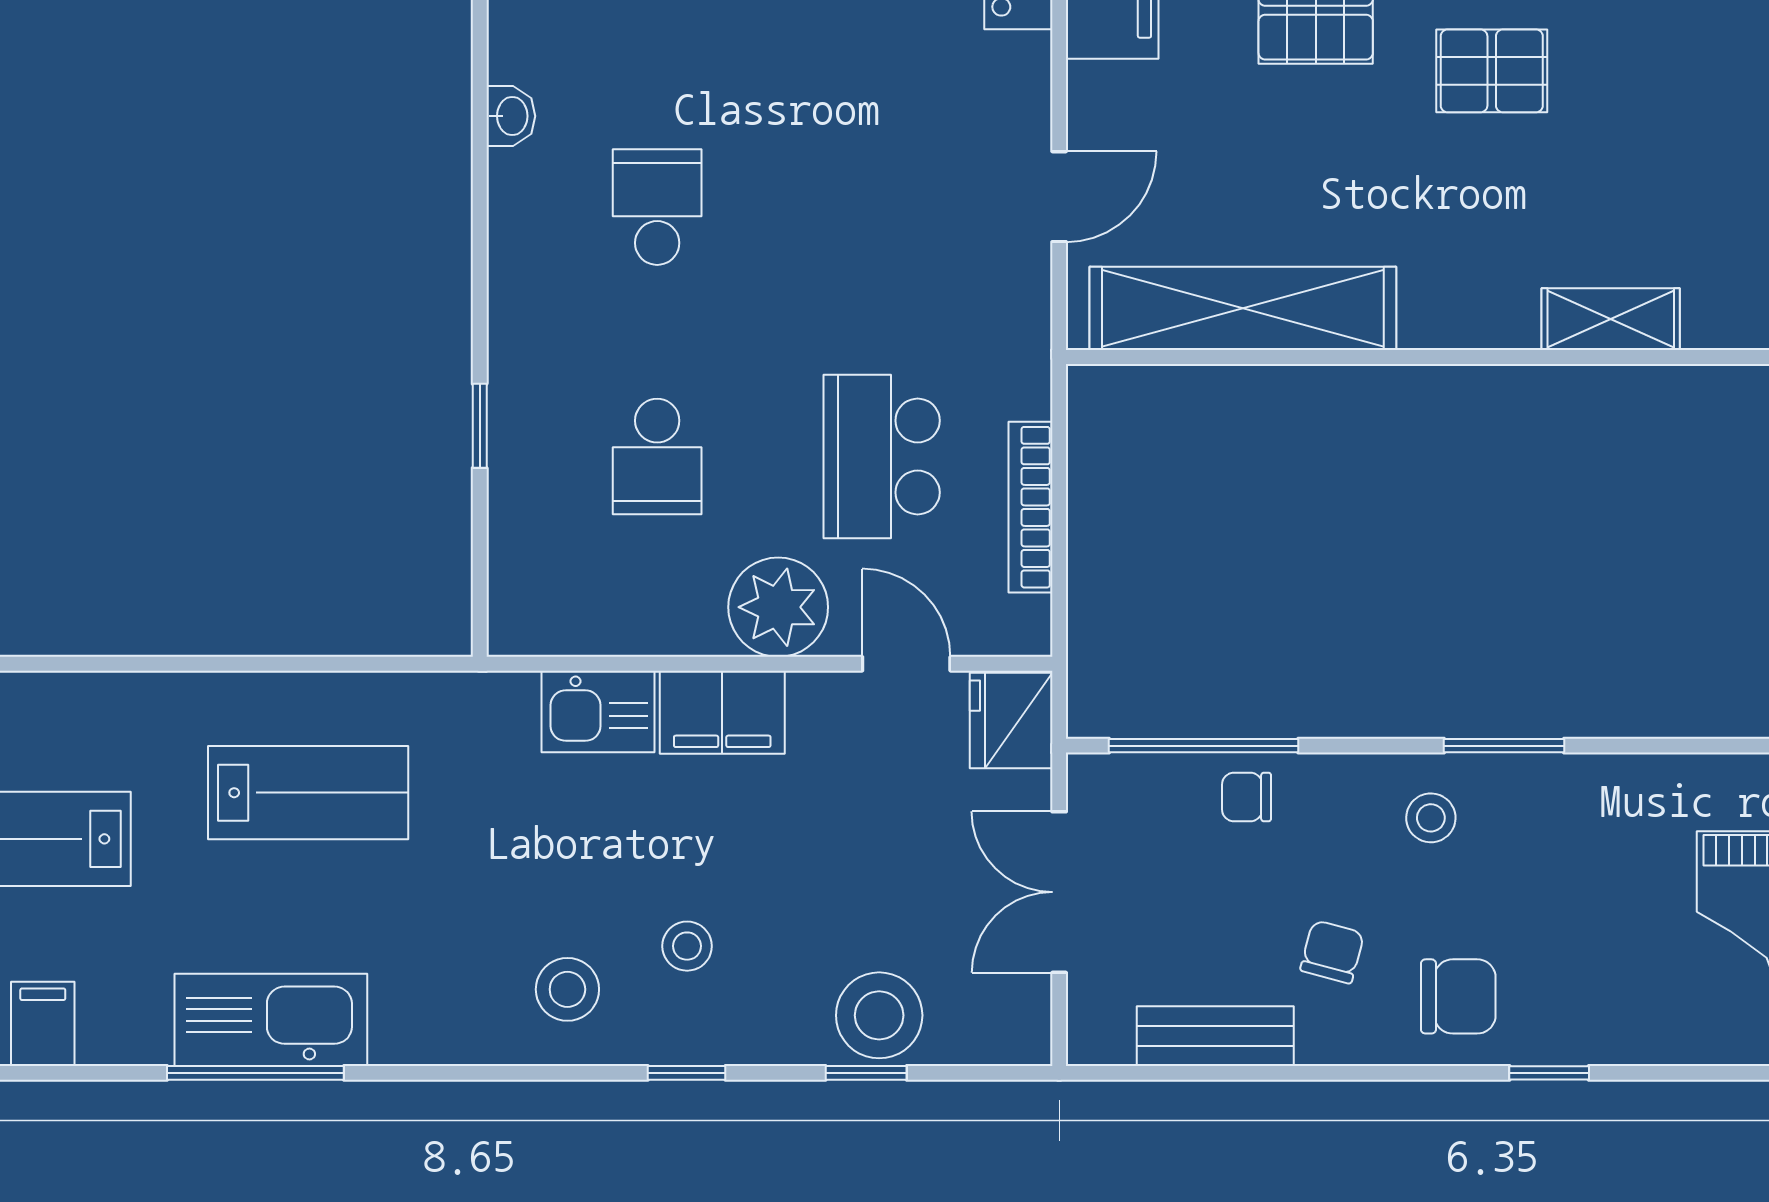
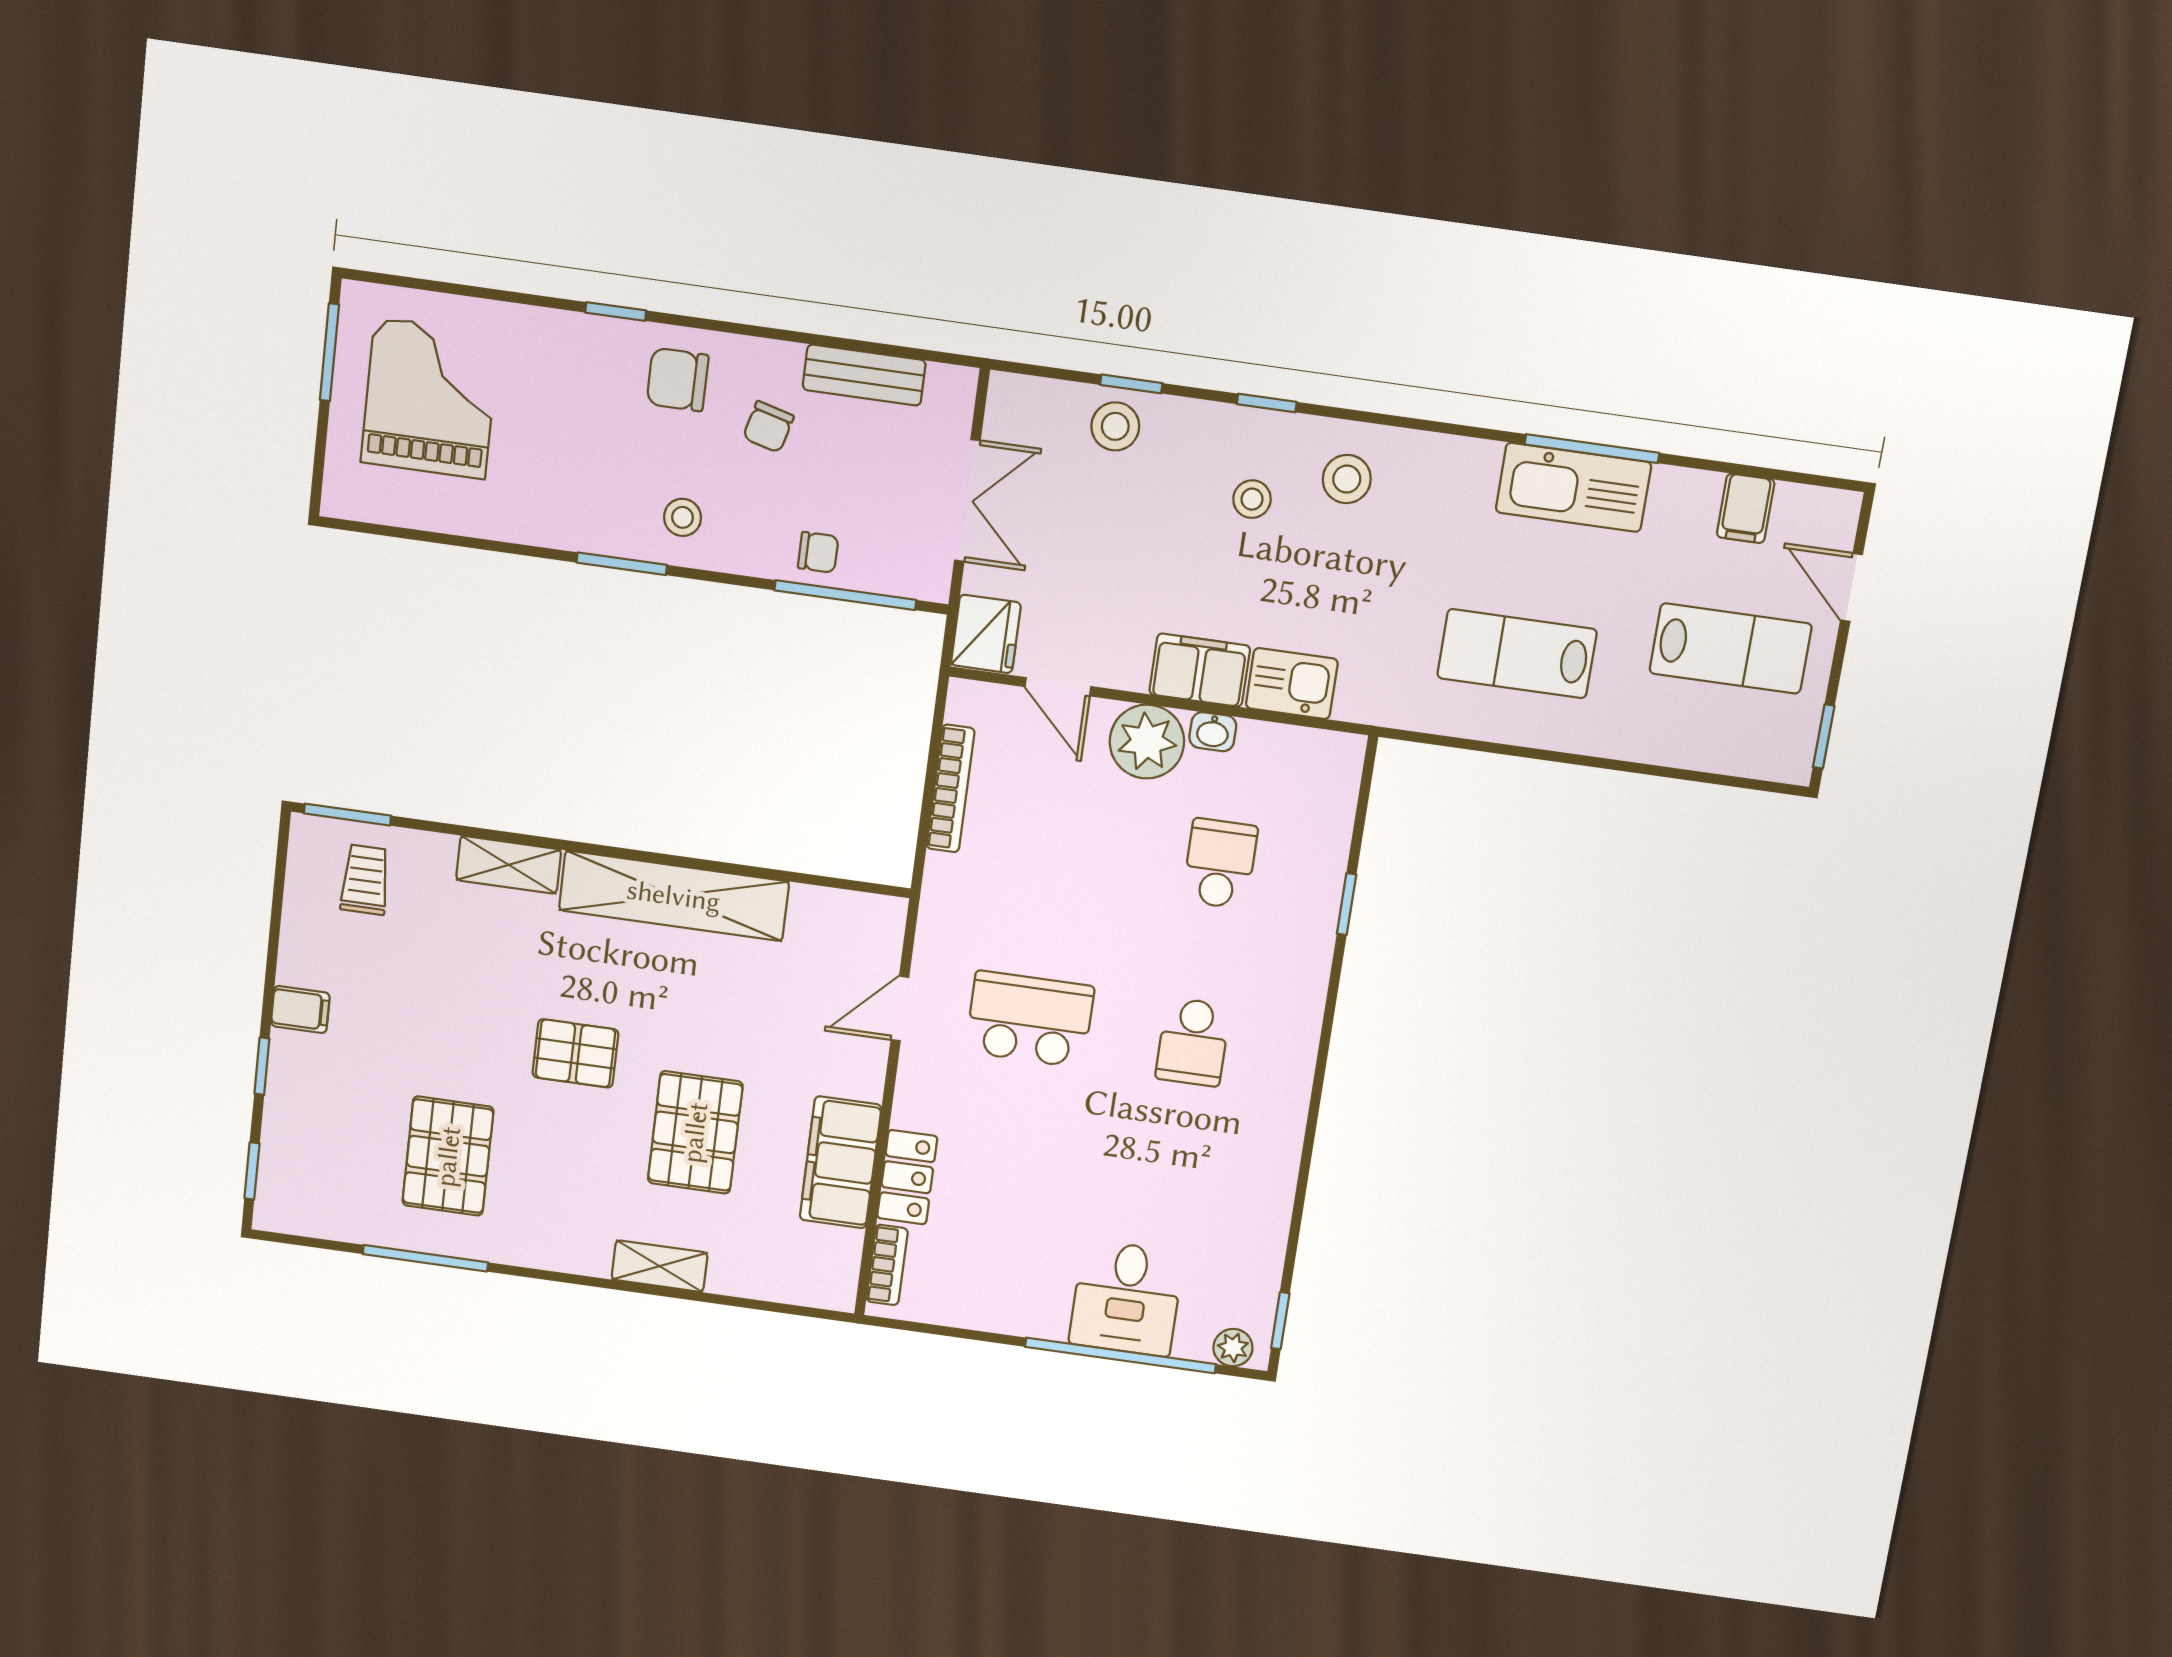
washbasin: (511, 116) -> (1213, 732), moved, turned -90
shelving: (1243, 308) -> (674, 896), moved
school desk: (882, 457) -> (1030, 1019), moved, turned -90
stool: (879, 1015) -> (1115, 426), width x0.73, depth x0.73

